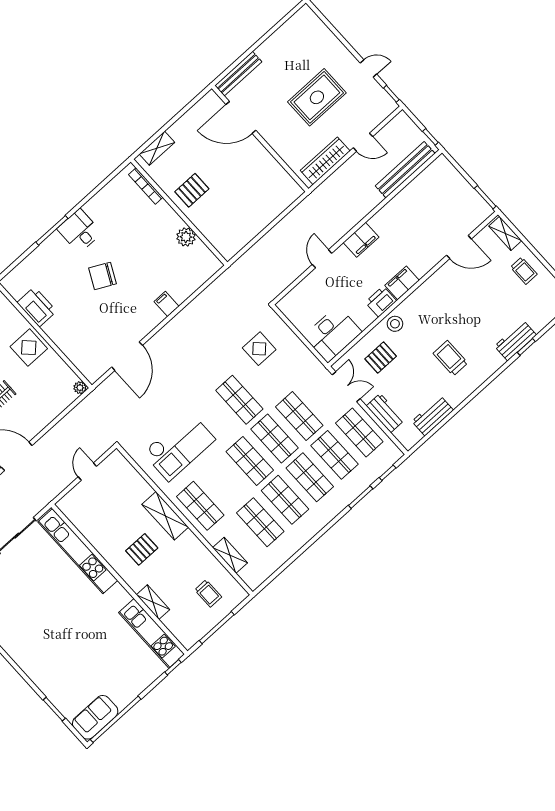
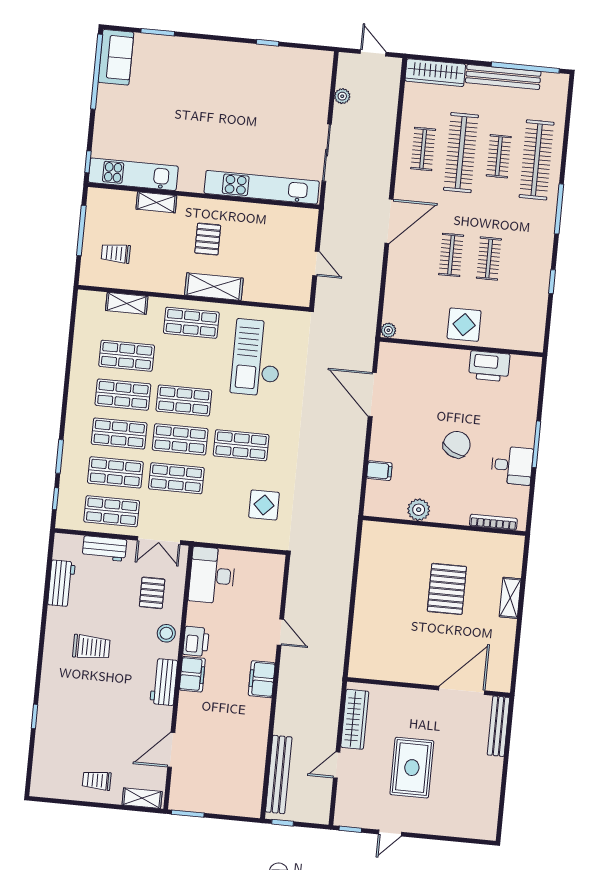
bookcase: (146, 186) -> (493, 522), moved
pallet: (192, 190) -> (447, 589), width x1.50, depth x1.42
wall: (179, 212) -> (444, 526), moved
plant: (186, 237) -> (419, 510), moved
workbench: (515, 341) -> (164, 682), moved, turned 180

